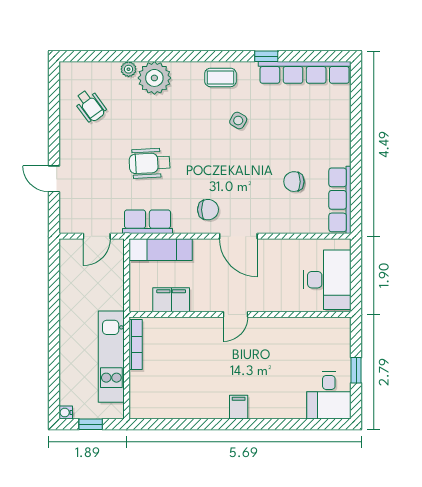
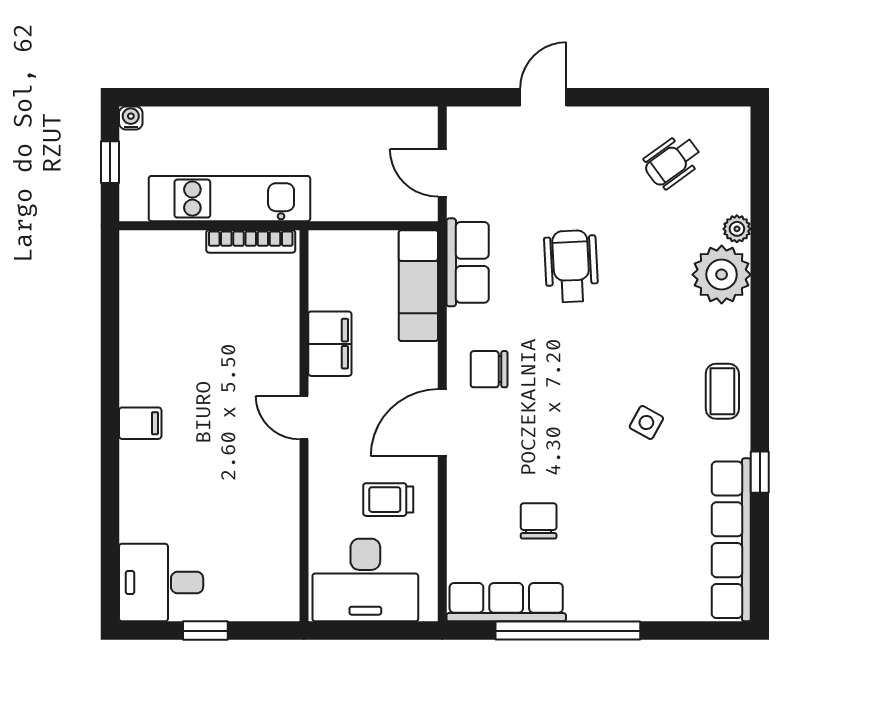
window: (356, 165) -> (568, 631), added
chair: (208, 210) -> (489, 369), turned 90
trolley: (282, 267) -> (388, 500), added
filing cabinet: (171, 300) -> (330, 344), moved

